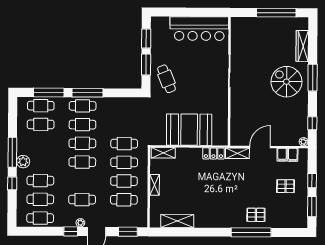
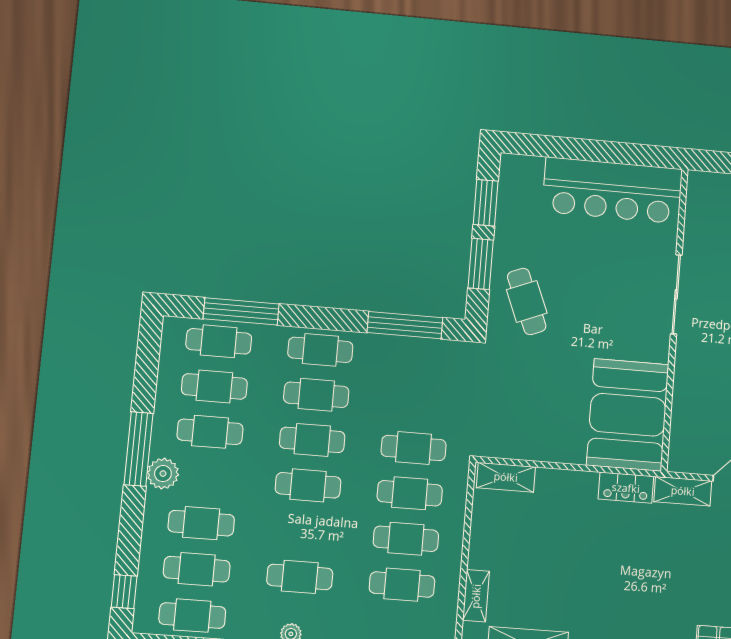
window: (87, 93) -> (405, 325), moved
booth: (189, 130) -> (628, 415), moved, turned 90
cafe table: (41, 143) -> (210, 432), added
window: (12, 183) -> (124, 592), moved
shelving: (155, 185) -> (476, 596), moved

